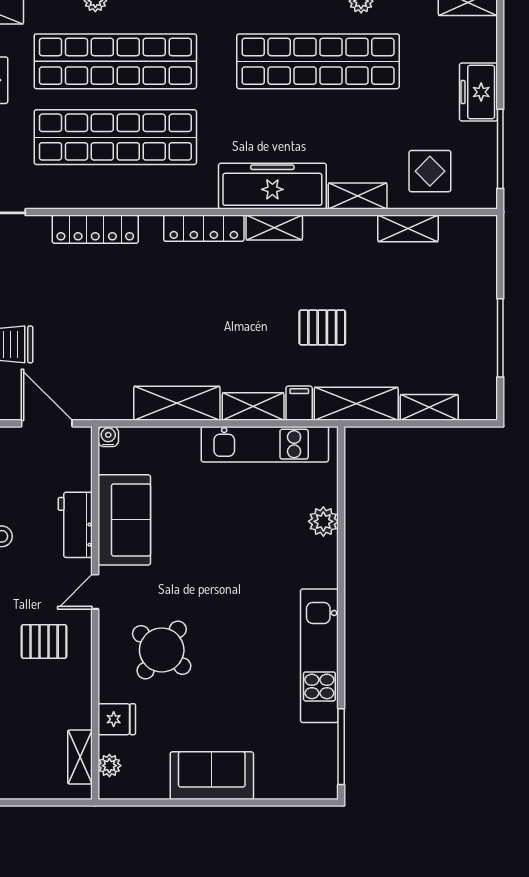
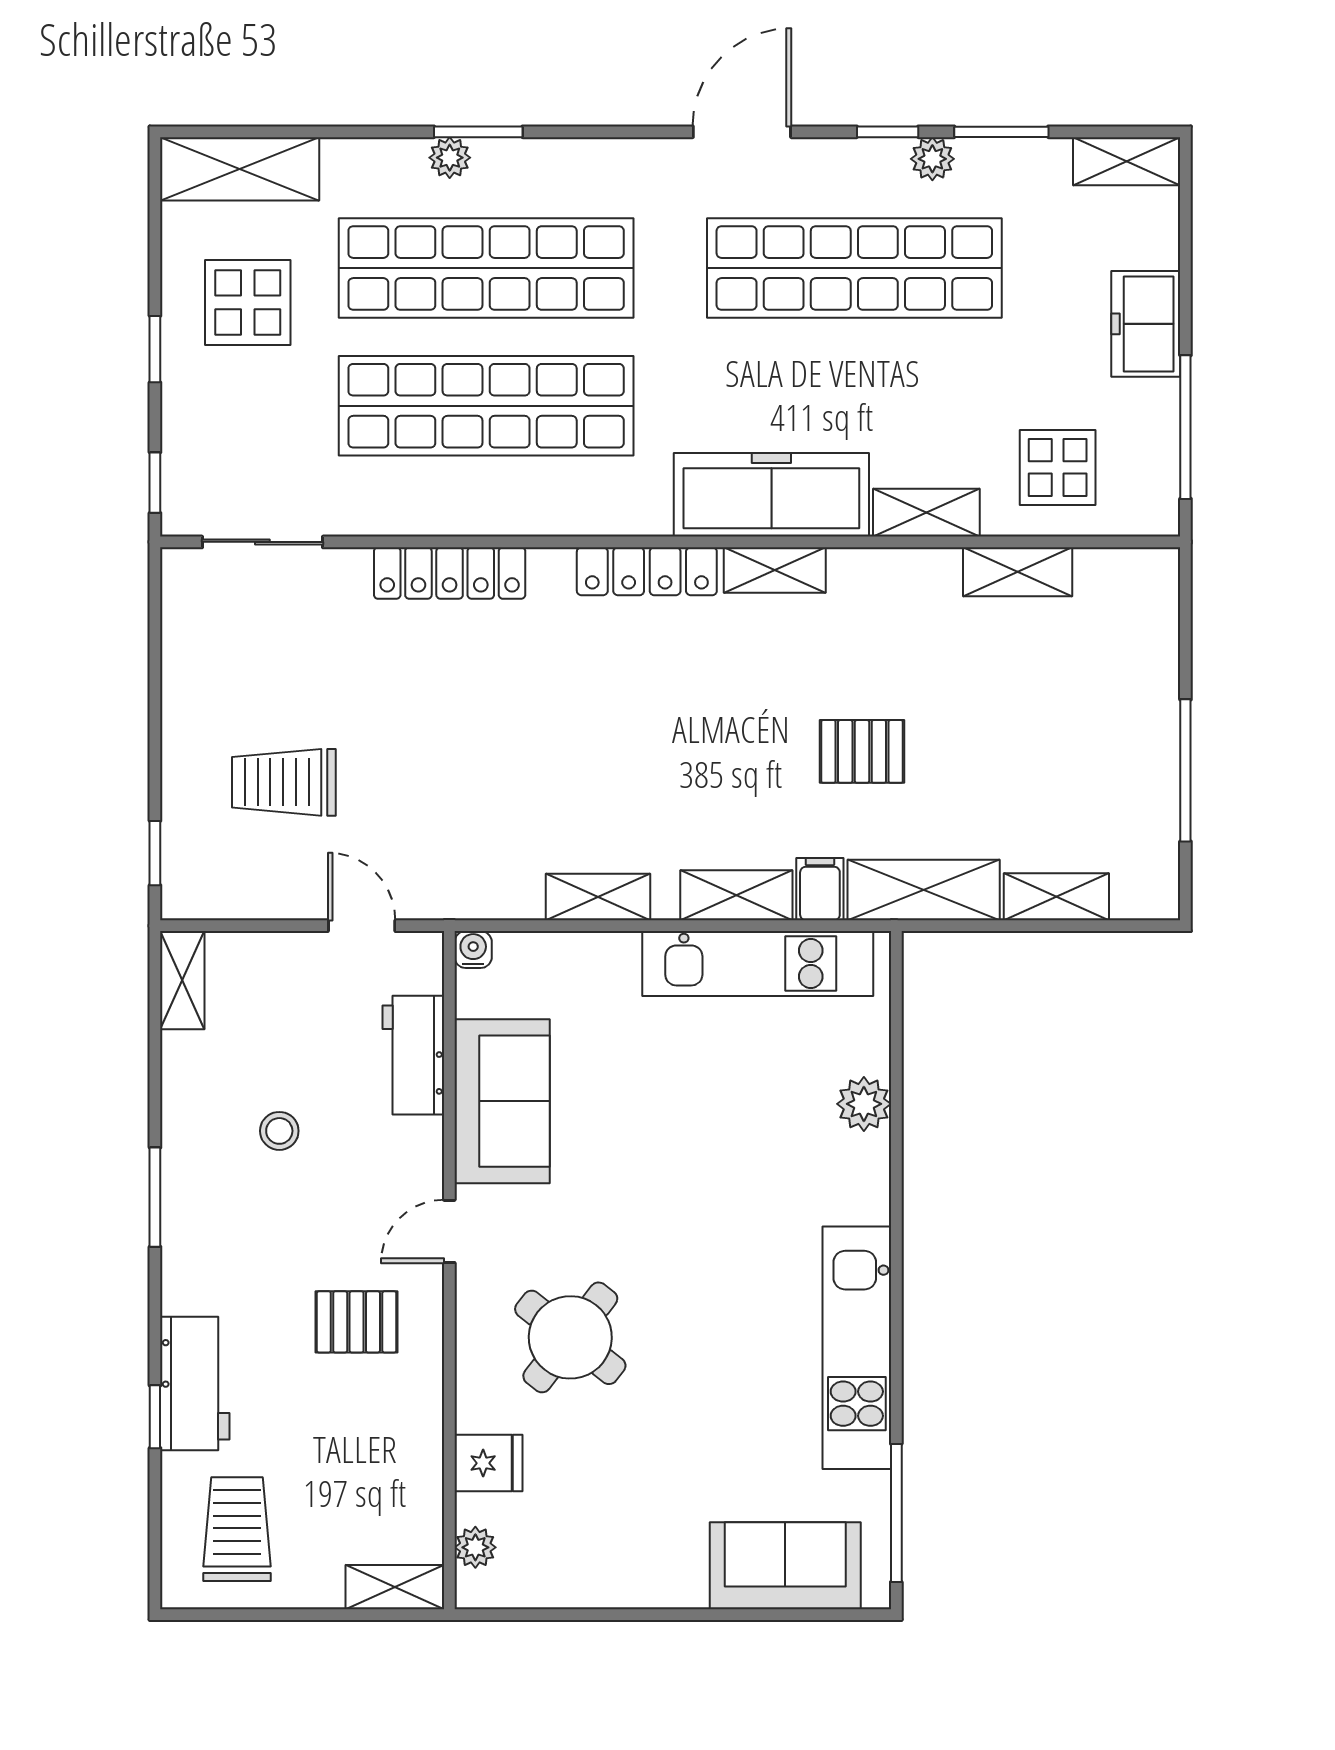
shelving: (177, 403) -> (598, 897), width x0.67, depth x0.75
door: (47, 423) -> (362, 926), width x0.73
workbench: (75, 525) -> (413, 1055), moved
shelving: (80, 757) -> (395, 1587), moved, turned 90
sofa: (212, 776) -> (785, 1566), moved

